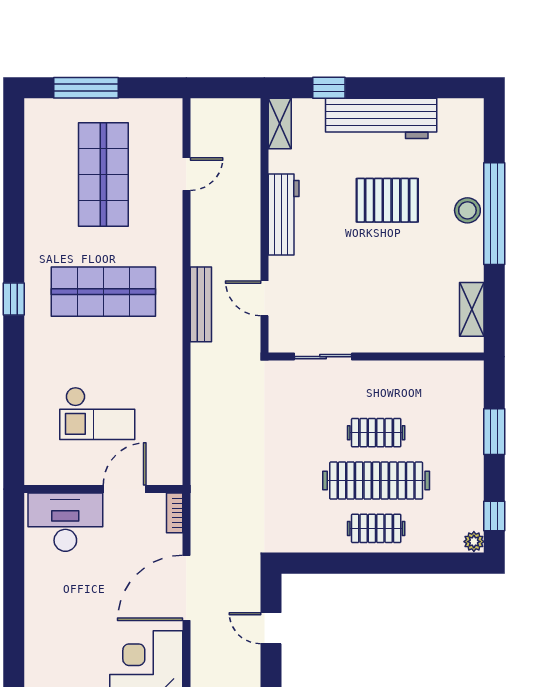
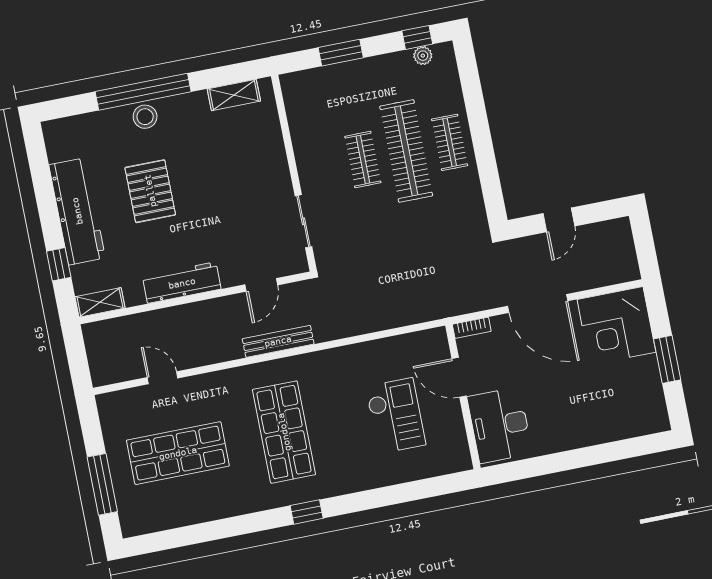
plant: (474, 542) -> (423, 56), moved

